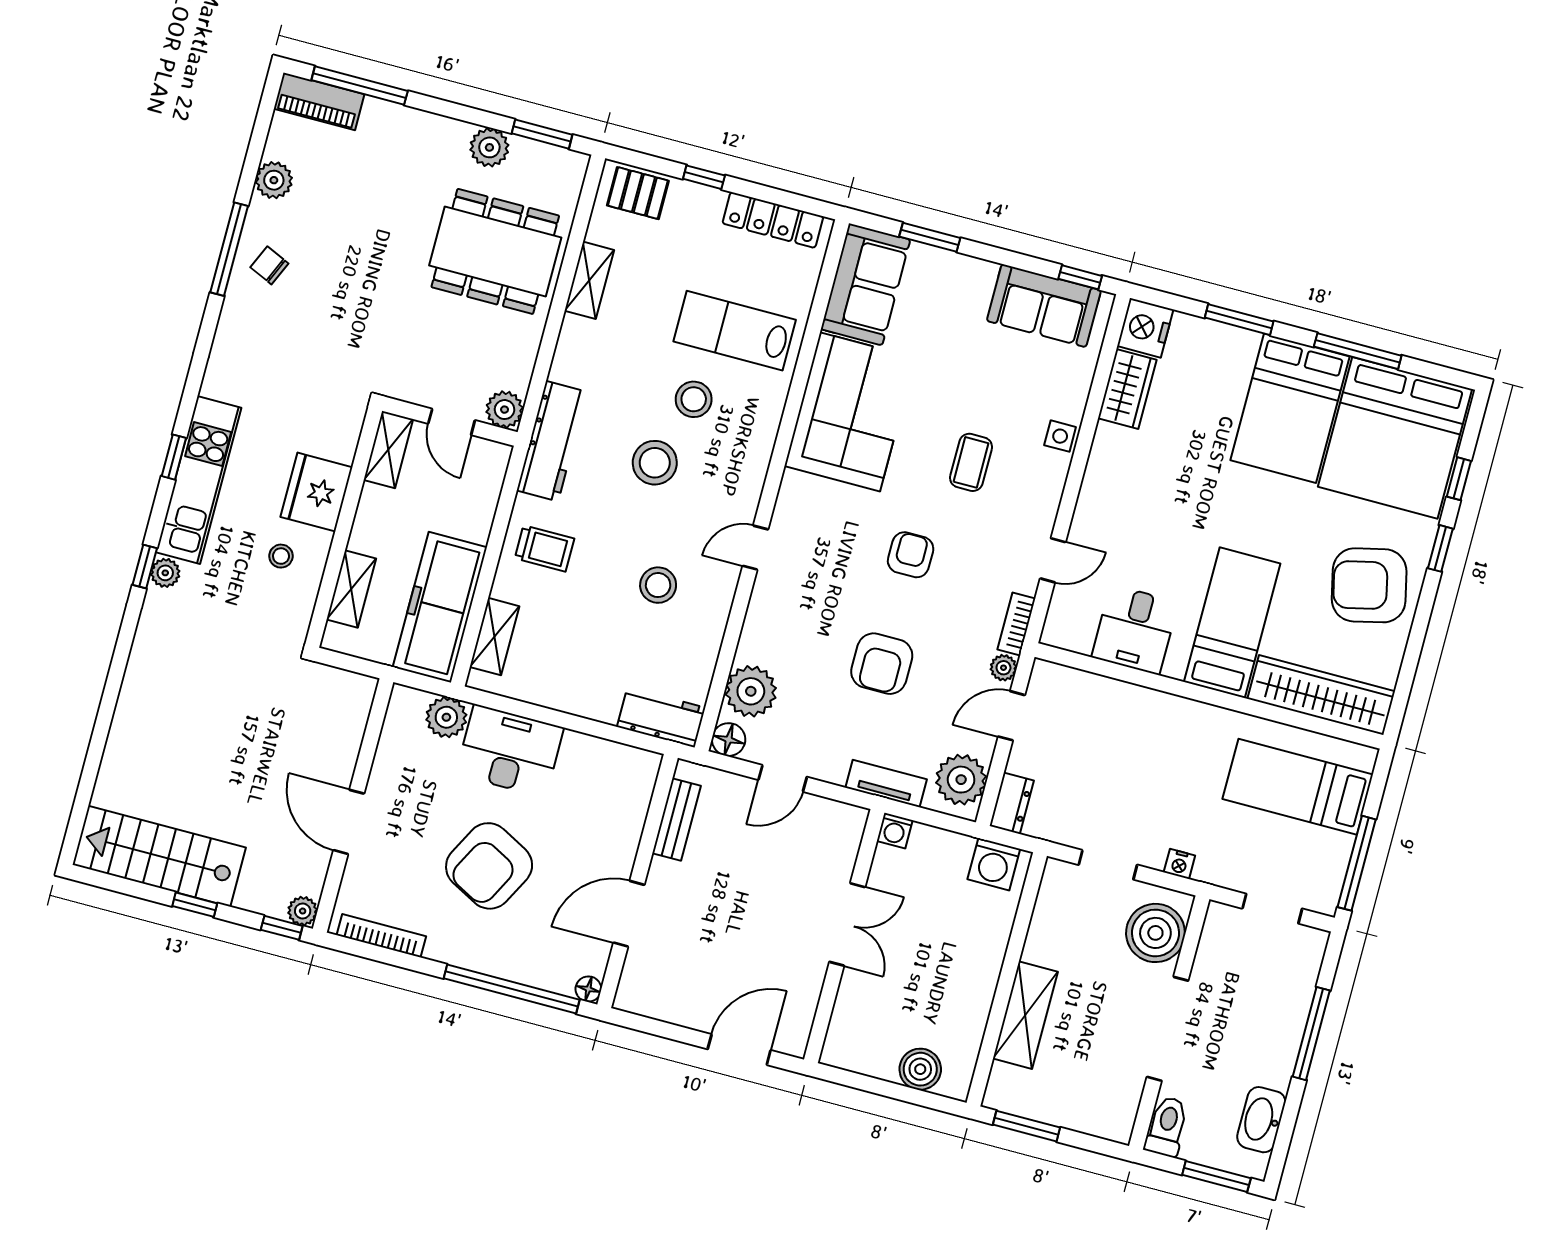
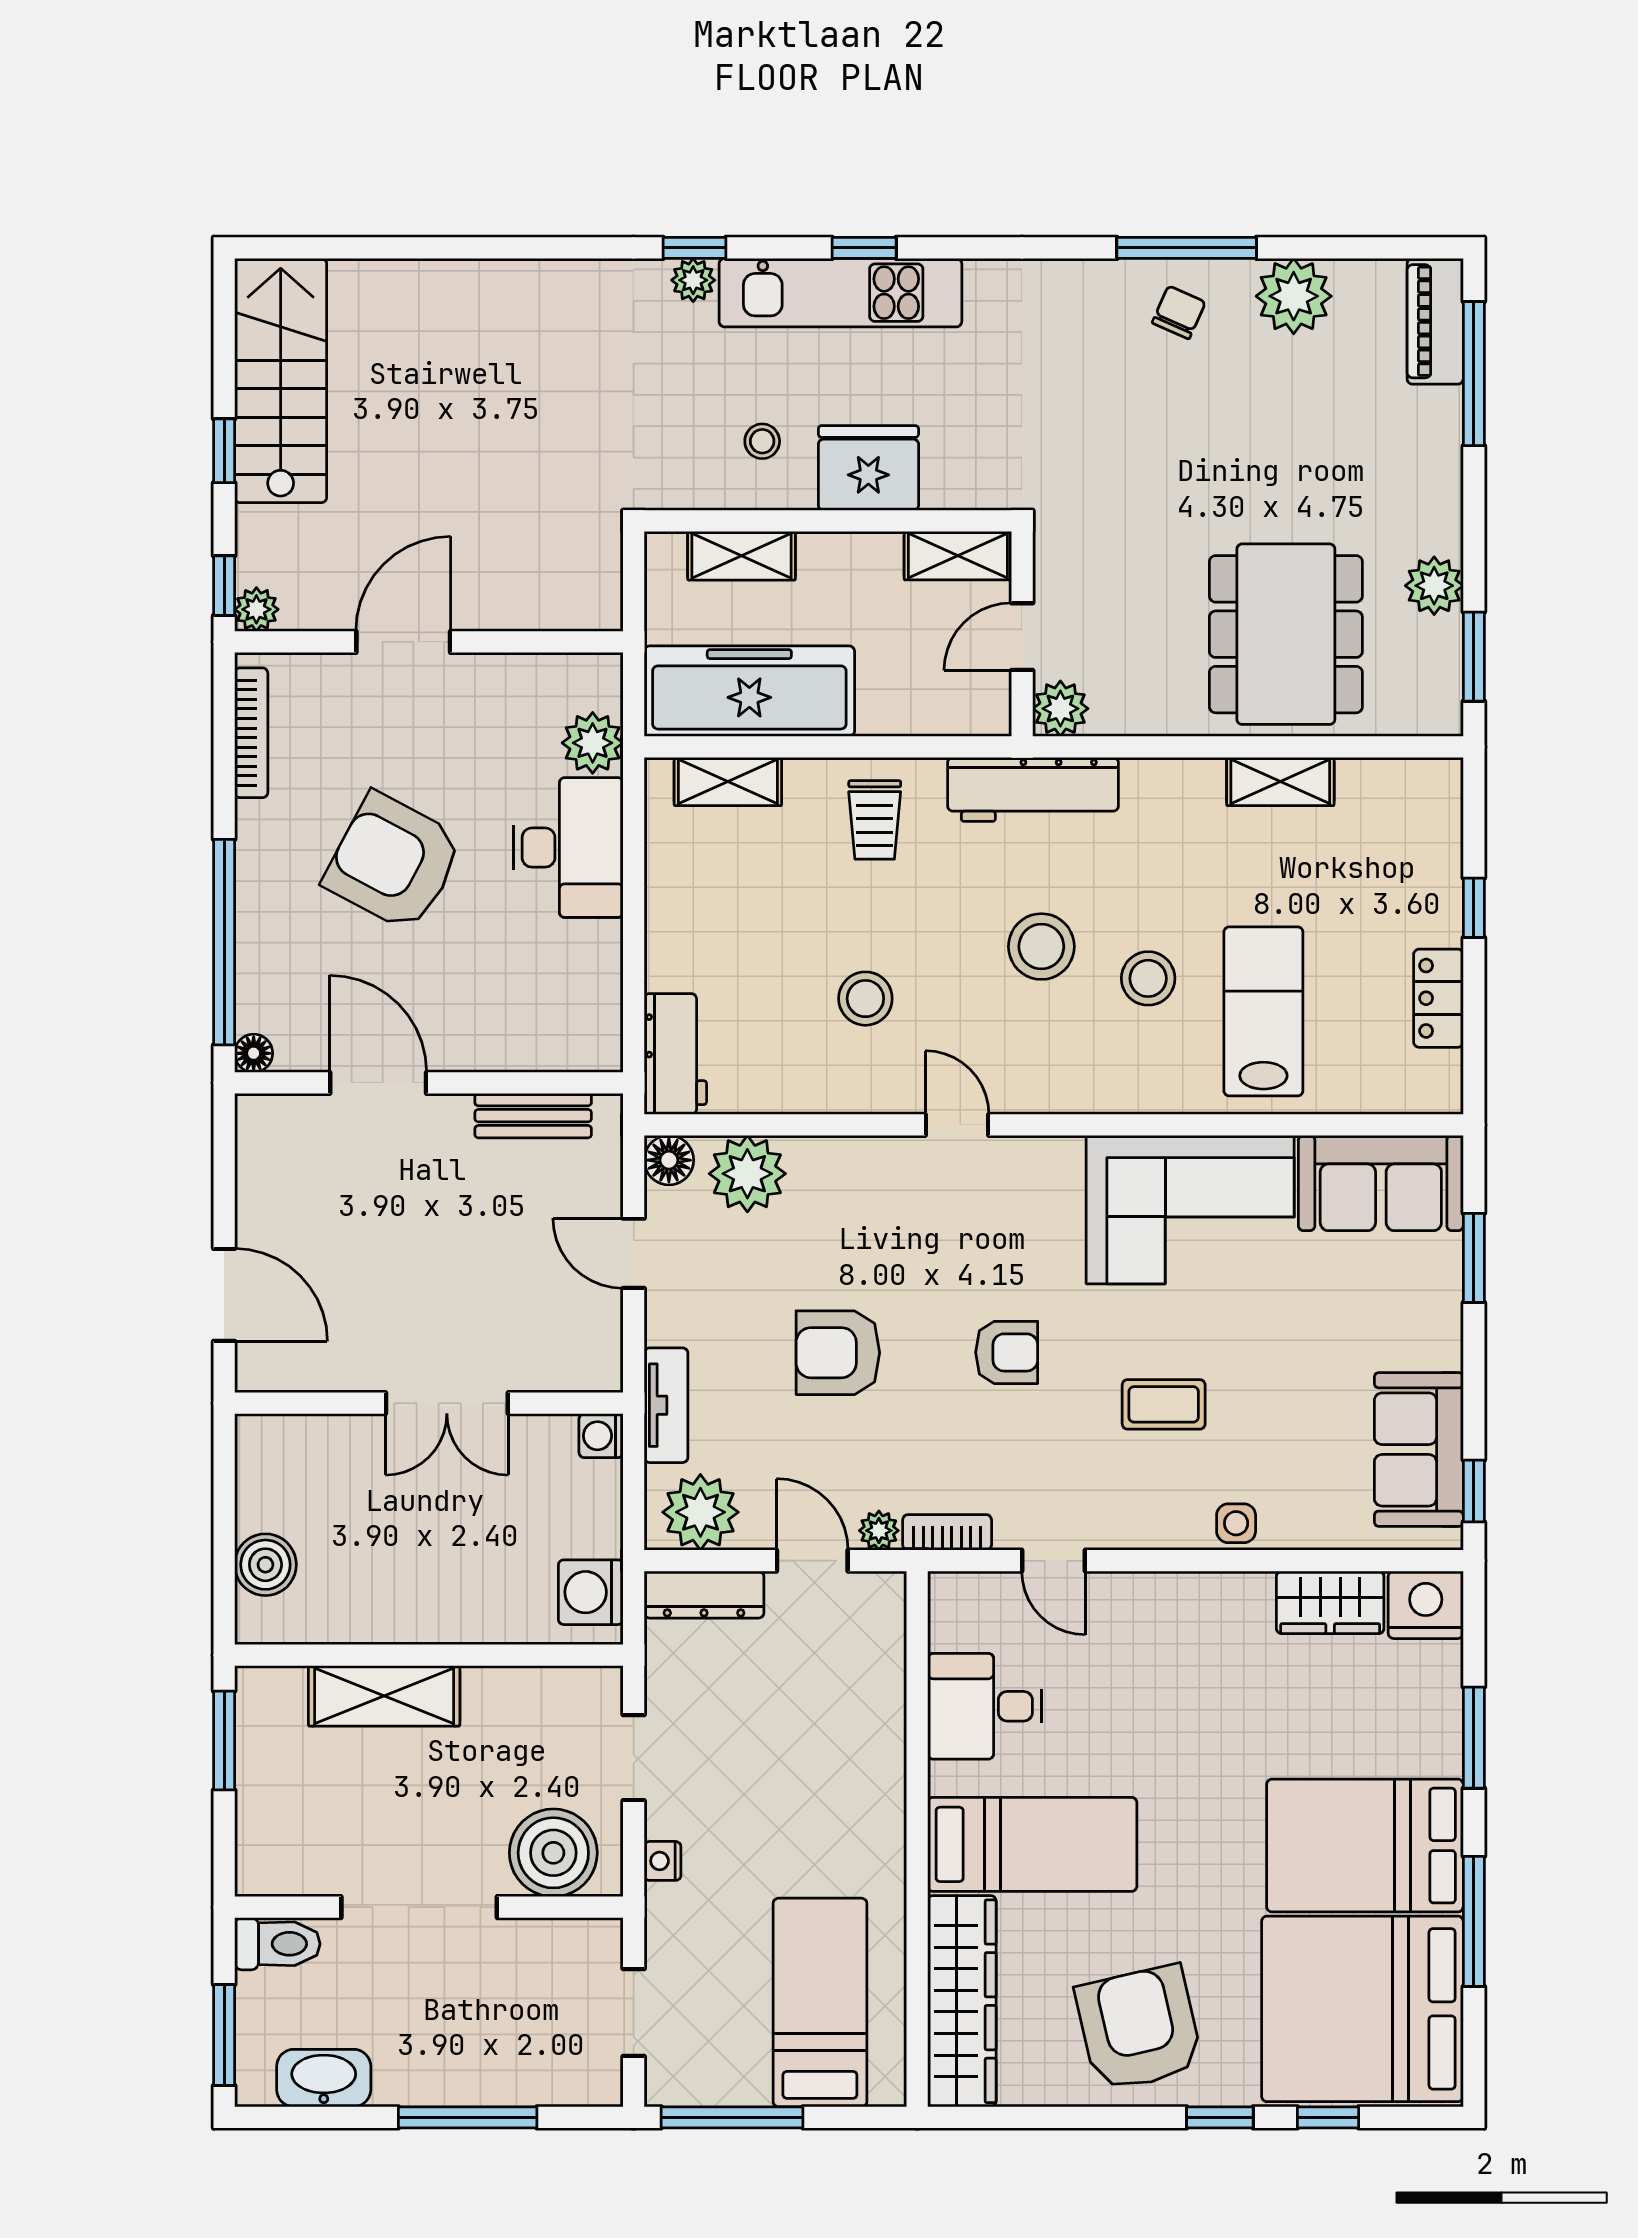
plant: (274, 180) -> (1294, 296), width x1.36, depth x1.36
pallet: (638, 193) -> (1425, 818), removed
locker: (773, 220) -> (1438, 998), width x0.66
dresser: (1012, 803) -> (704, 1595), width x1.44

